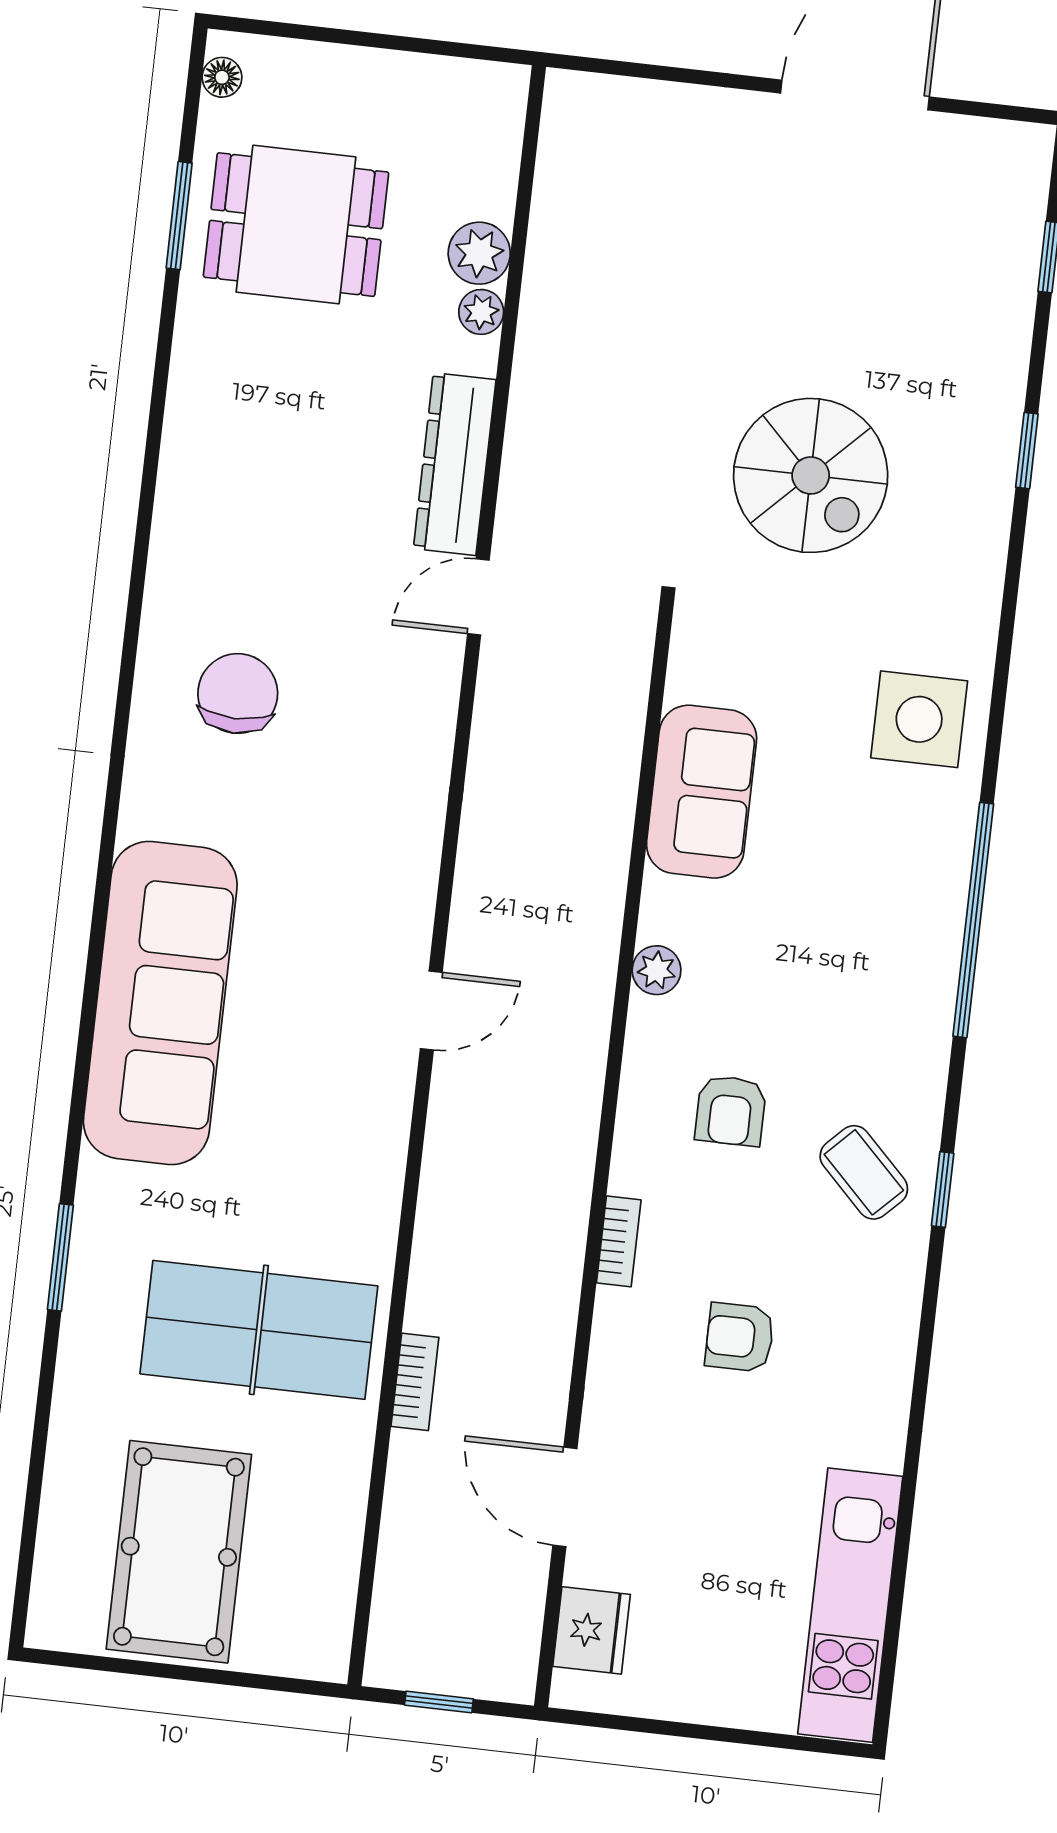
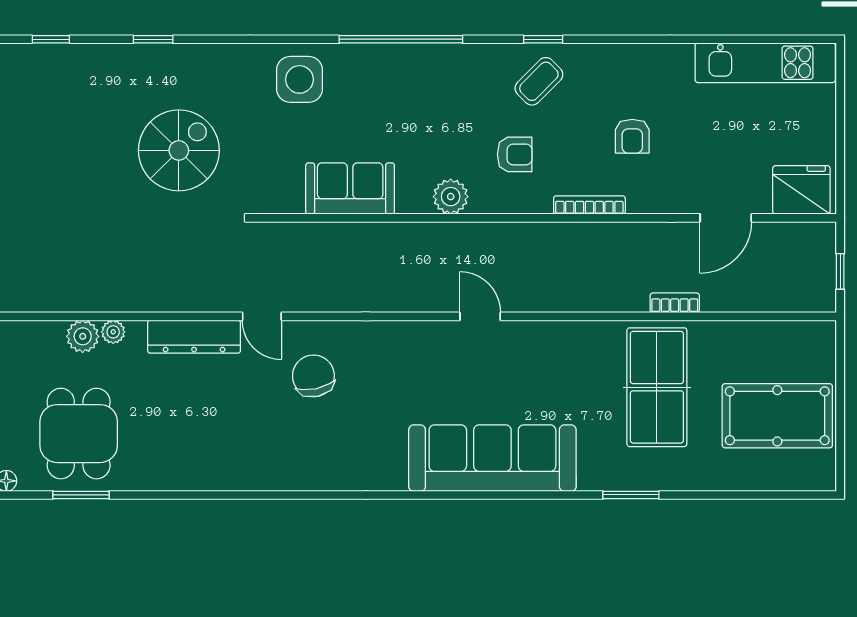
chair: (238, 694) -> (313, 376), moved, turned 78
plant: (657, 970) -> (451, 197), width x1.38, depth x1.38
bookcase: (619, 1241) -> (589, 205), width x1.56
fridge: (592, 1630) -> (801, 190), width x1.36, depth x1.34

